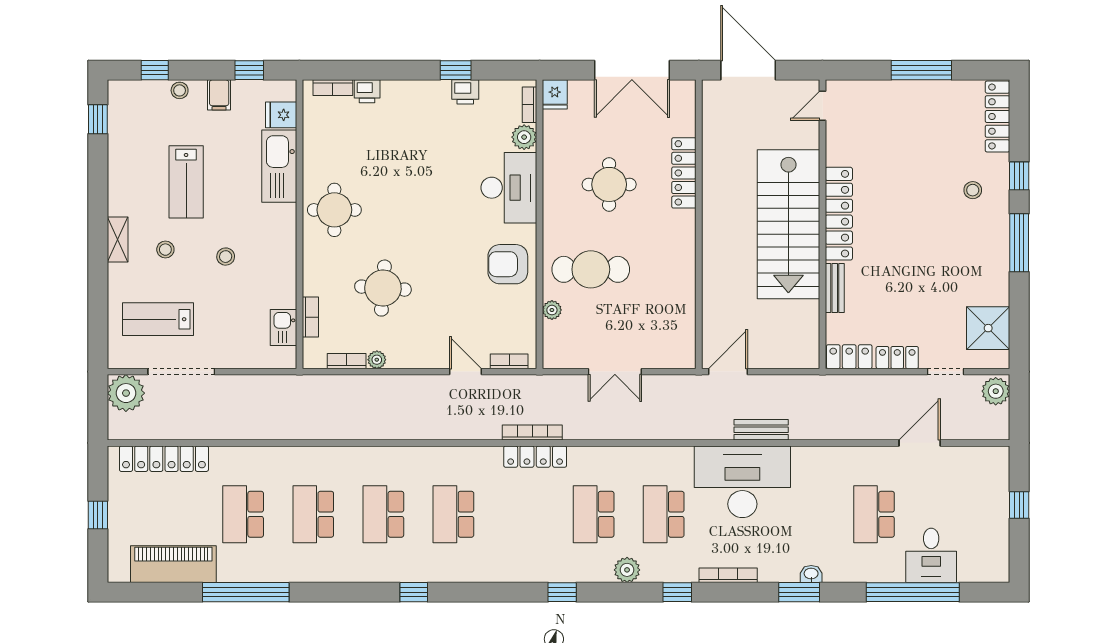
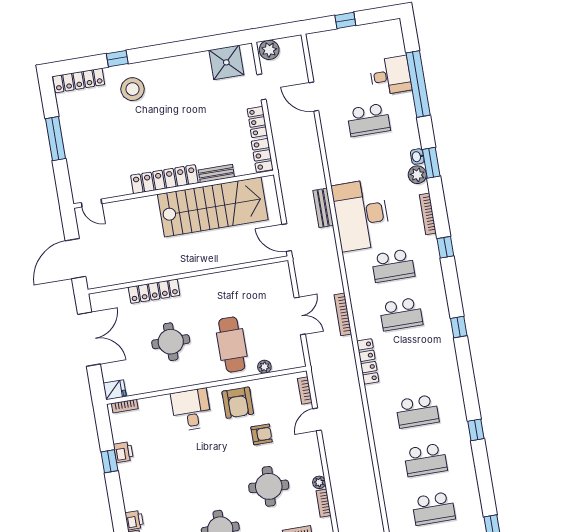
plant: (524, 137) -> (148, 406), removed
desk: (509, 188) -> (191, 410), width x0.73
stool: (973, 190) -> (133, 89), width x1.89, depth x1.89
stairs: (788, 224) -> (213, 207), moved
window: (1019, 243) -> (164, 51), removed
armchair: (458, 290) -> (262, 434), added
bookcase: (532, 432) -> (343, 314), moved
plant: (627, 570) -> (417, 175), moved

